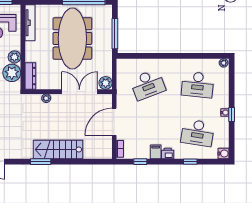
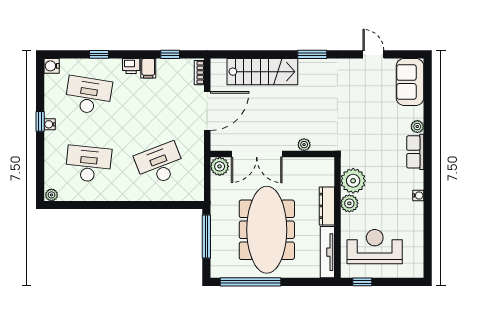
dresser: (30, 76) -> (327, 206), moved
stairs: (58, 150) -> (262, 72), moved

